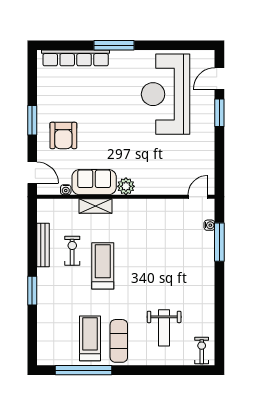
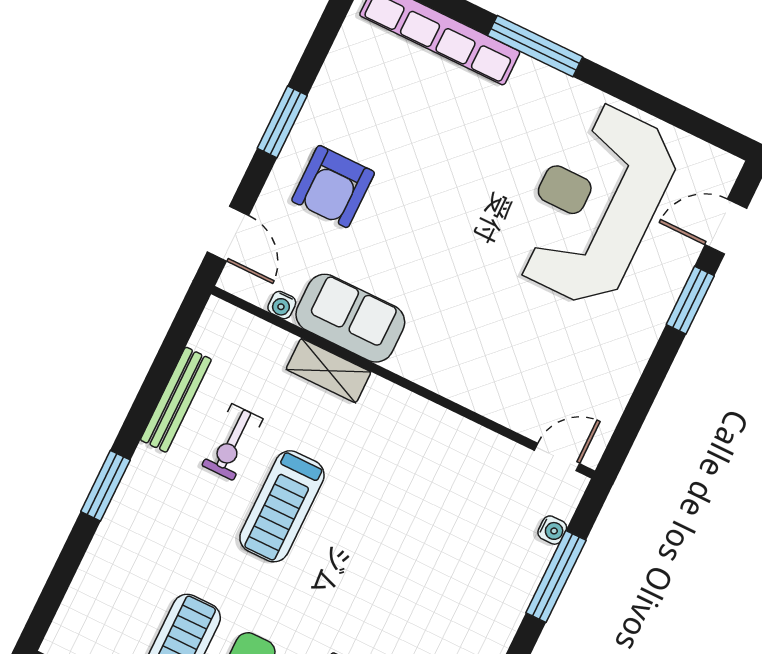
plant: (126, 186) -> (414, 360), removed
exercise bike: (72, 251) -> (232, 442), turned 180
treadmill: (103, 266) -> (282, 506), turned 180

